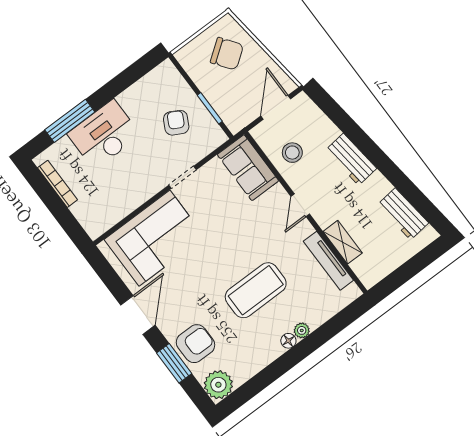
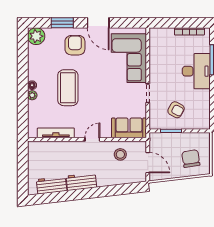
chair: (227, 54) -> (191, 159), turned 117
workbench: (351, 159) -> (81, 182), moved
door: (300, 205) -> (92, 139), hinge flipped
shelving: (343, 242) -> (60, 146), removed
armchair: (196, 344) -> (75, 45), moved, turned 180

